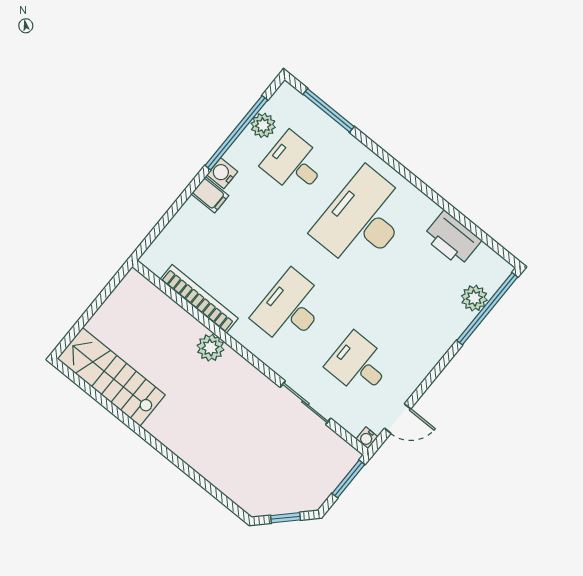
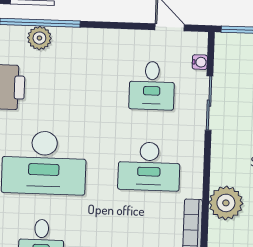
plant: (210, 348) -> (226, 203), width x1.36, depth x1.36
water cooler: (367, 438) -> (200, 62), moved

